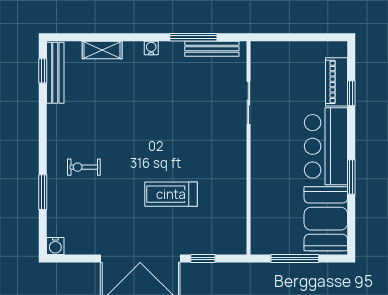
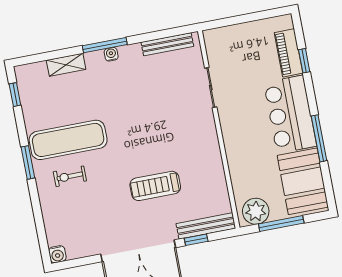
window: (193, 37) -> (105, 45), moved
bench: (55, 73) -> (206, 226), moved, turned 90
exercise mat: (89, 129) -> (68, 140), added
window: (351, 177) -> (319, 138), width x1.44
window: (43, 192) -> (28, 162), moved
plant: (271, 241) -> (256, 211), added

